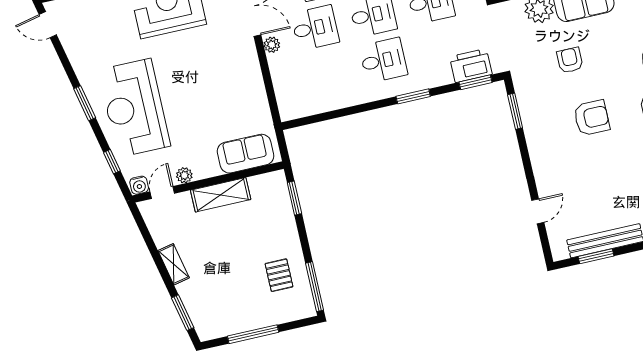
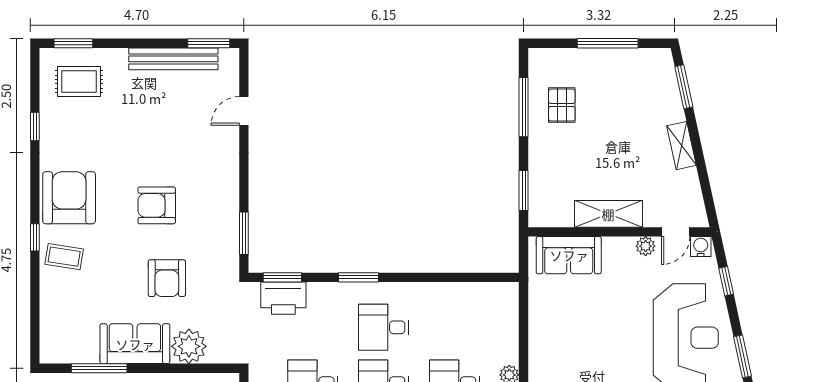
armchair: (570, 60) -> (167, 278), width x1.38, depth x1.38
window: (596, 256) -> (209, 43), moved
window: (315, 287) -> (524, 107), moved

